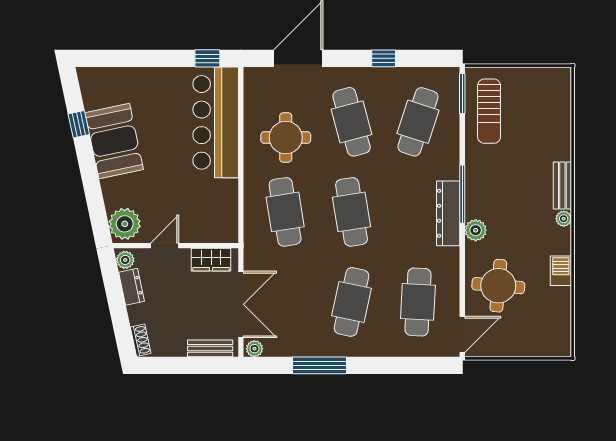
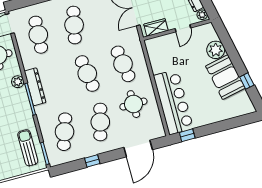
cafe table: (352, 122) -> (100, 122), turned 30
plant: (125, 224) -> (216, 50), moved

